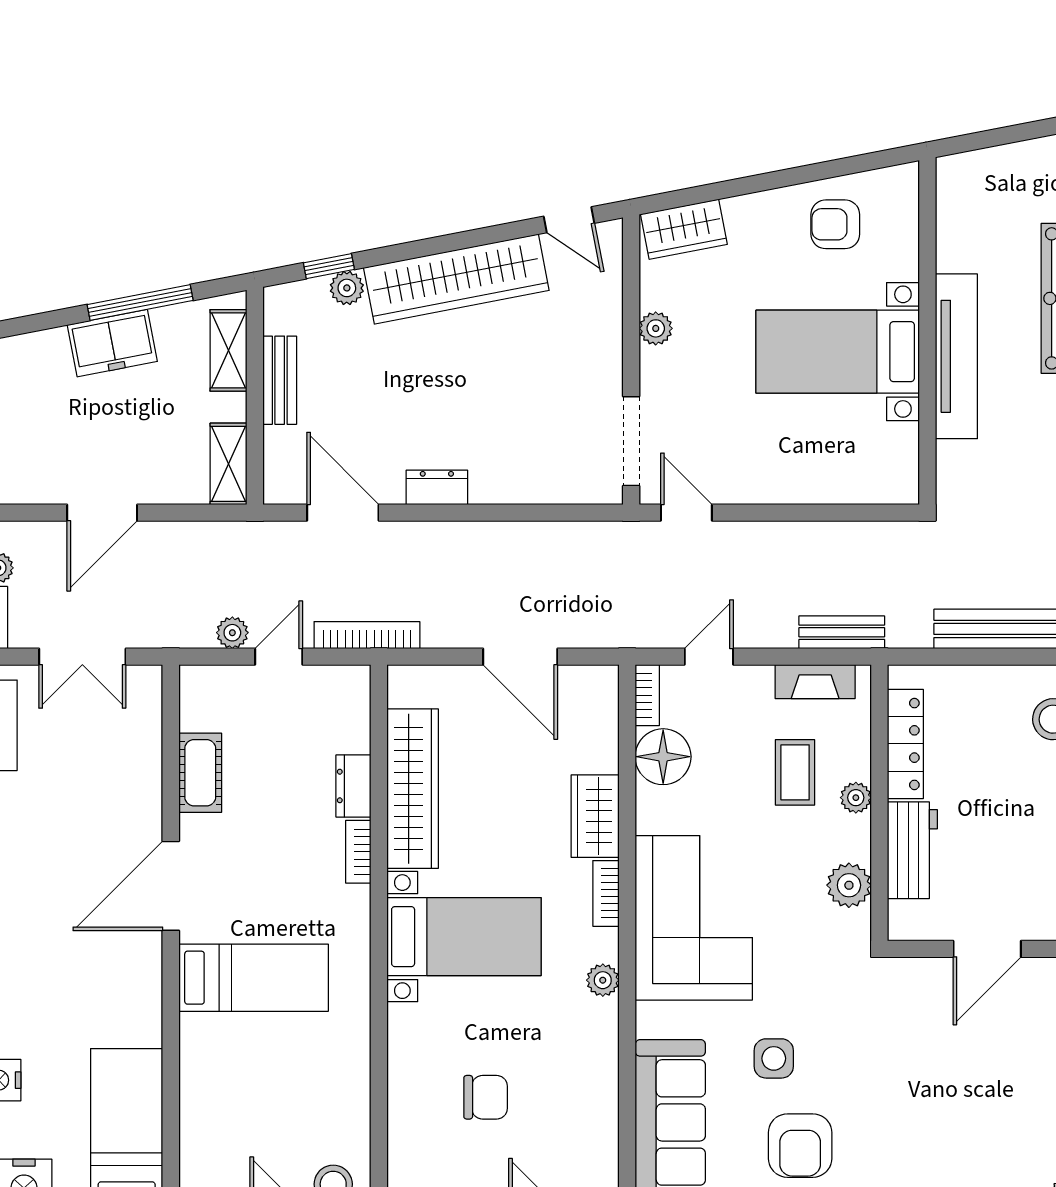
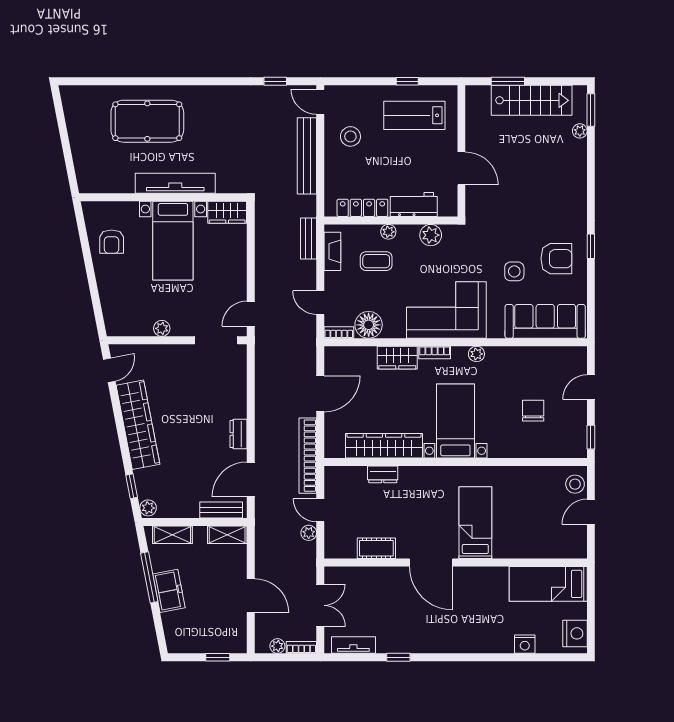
wardrobe: (684, 229) -> (227, 212), moved, turned 101
plant: (347, 288) -> (148, 508), moved
bench: (280, 380) -> (221, 510), moved
bookcase: (367, 635) -> (308, 456), width x1.48, depth x1.31
bookcase: (358, 852) -> (414, 472), removed

